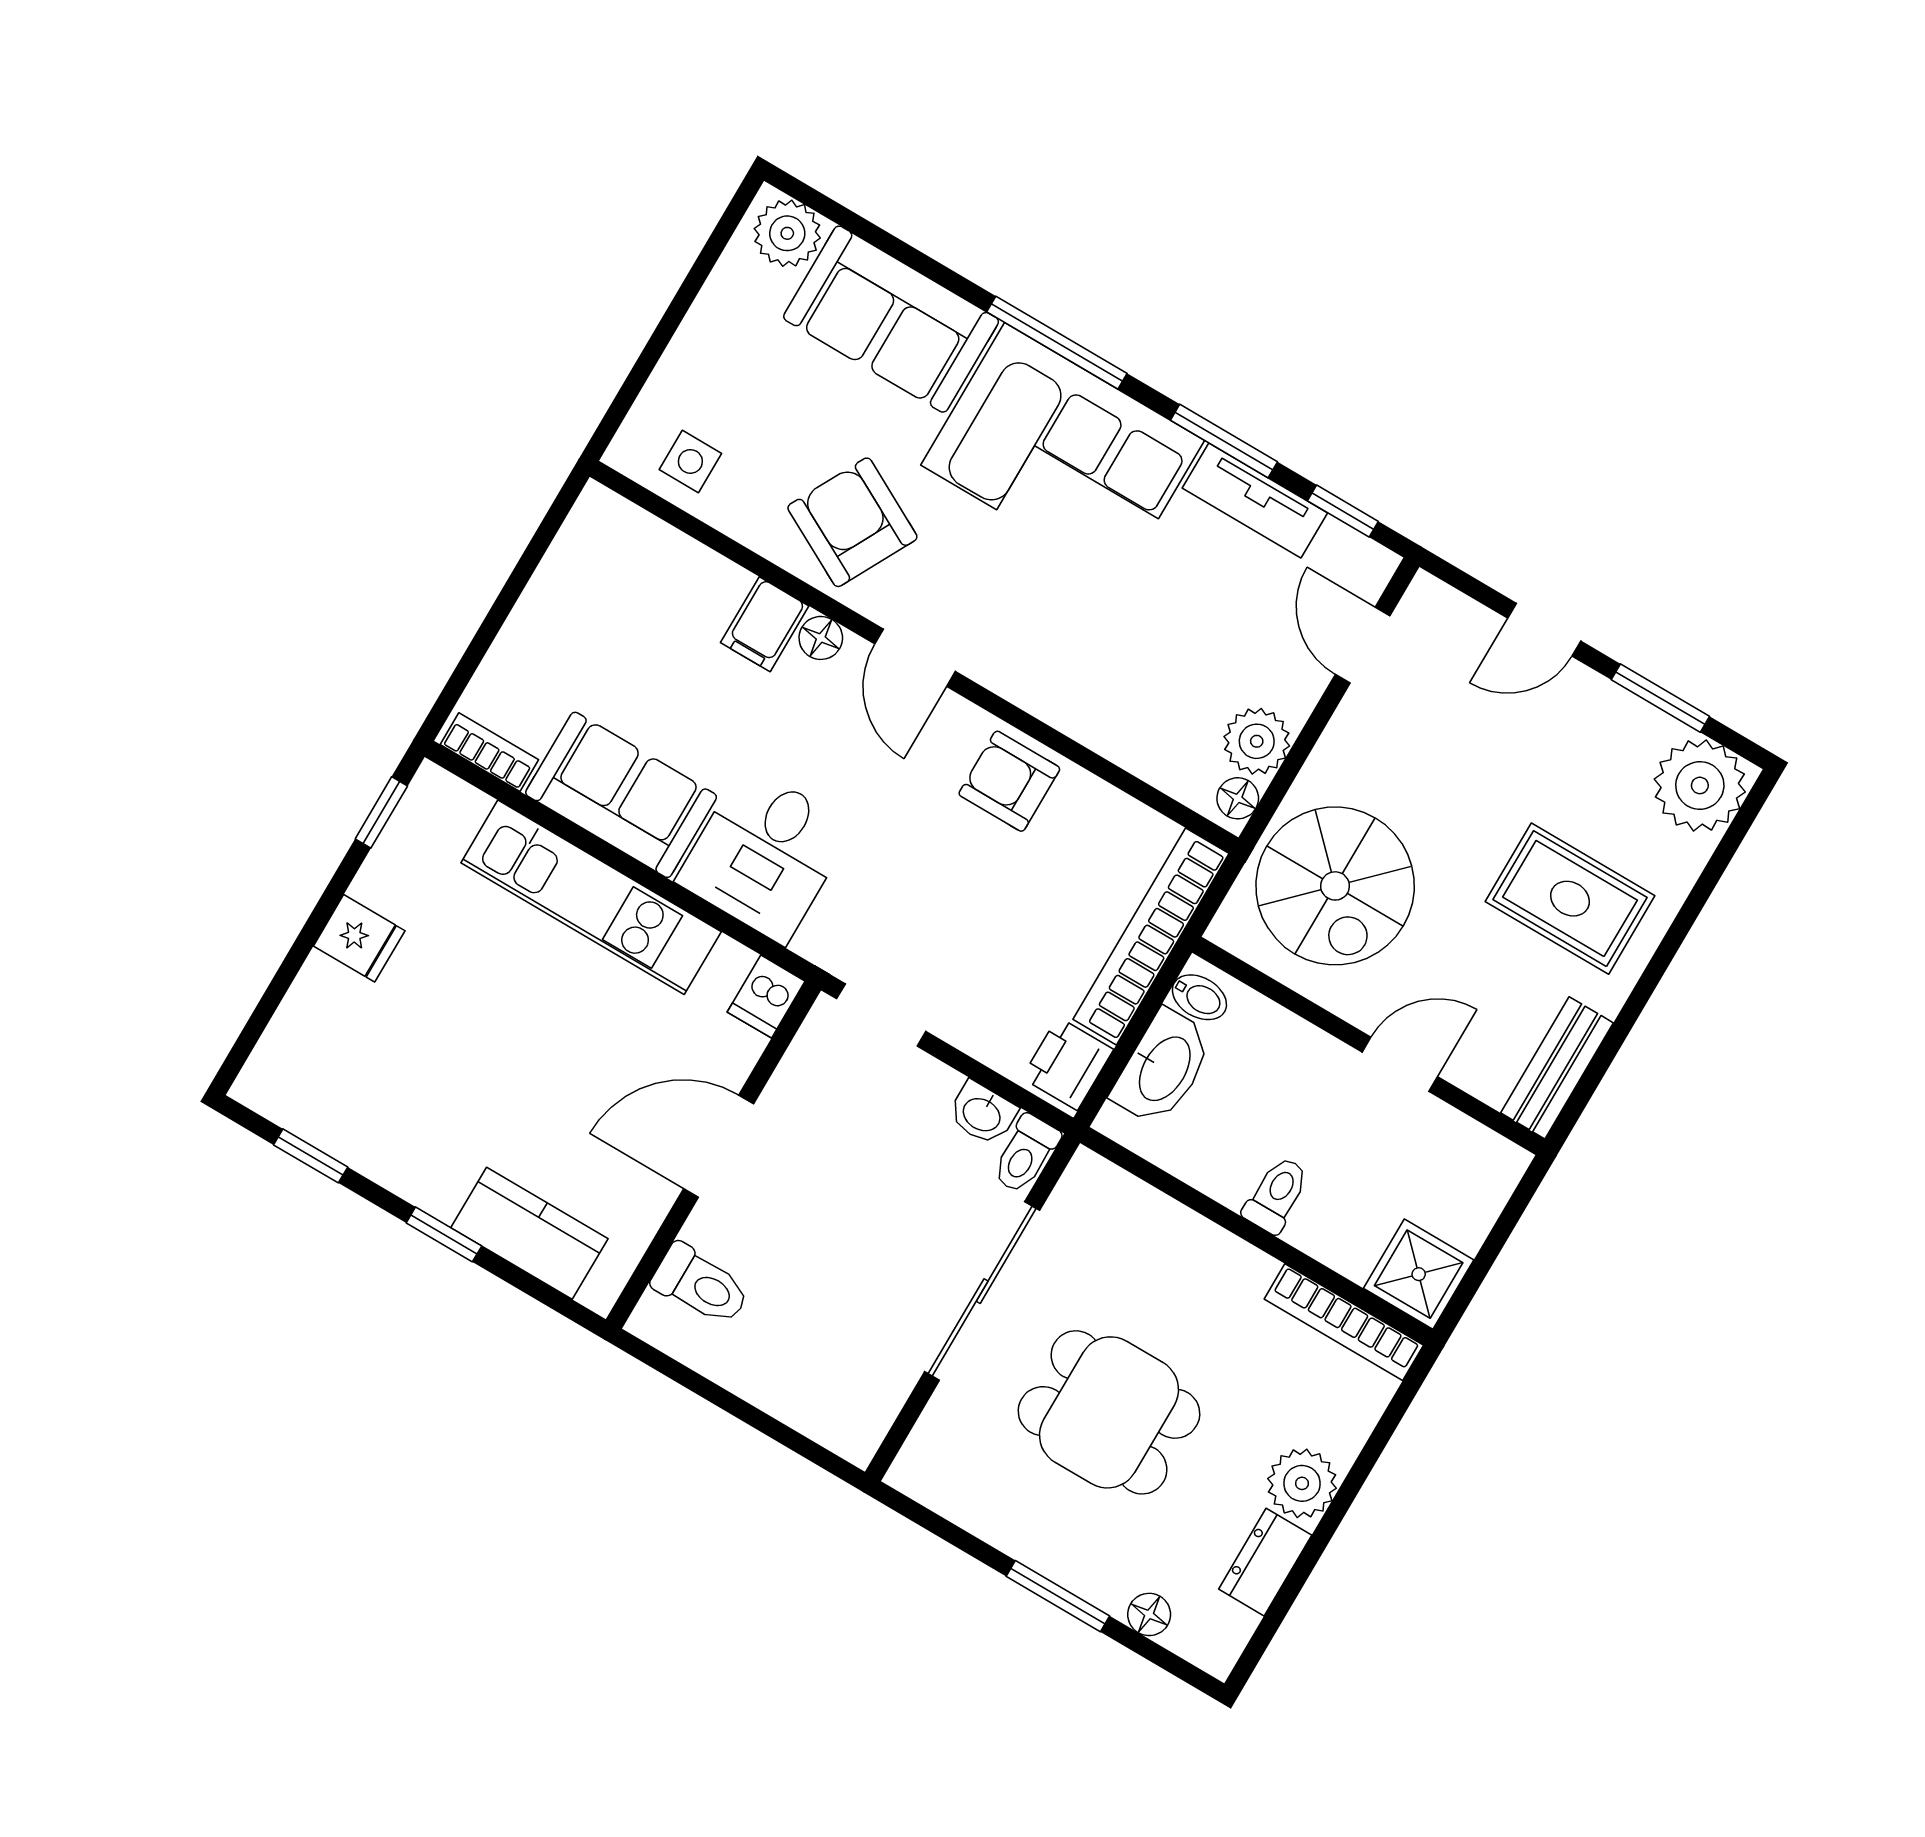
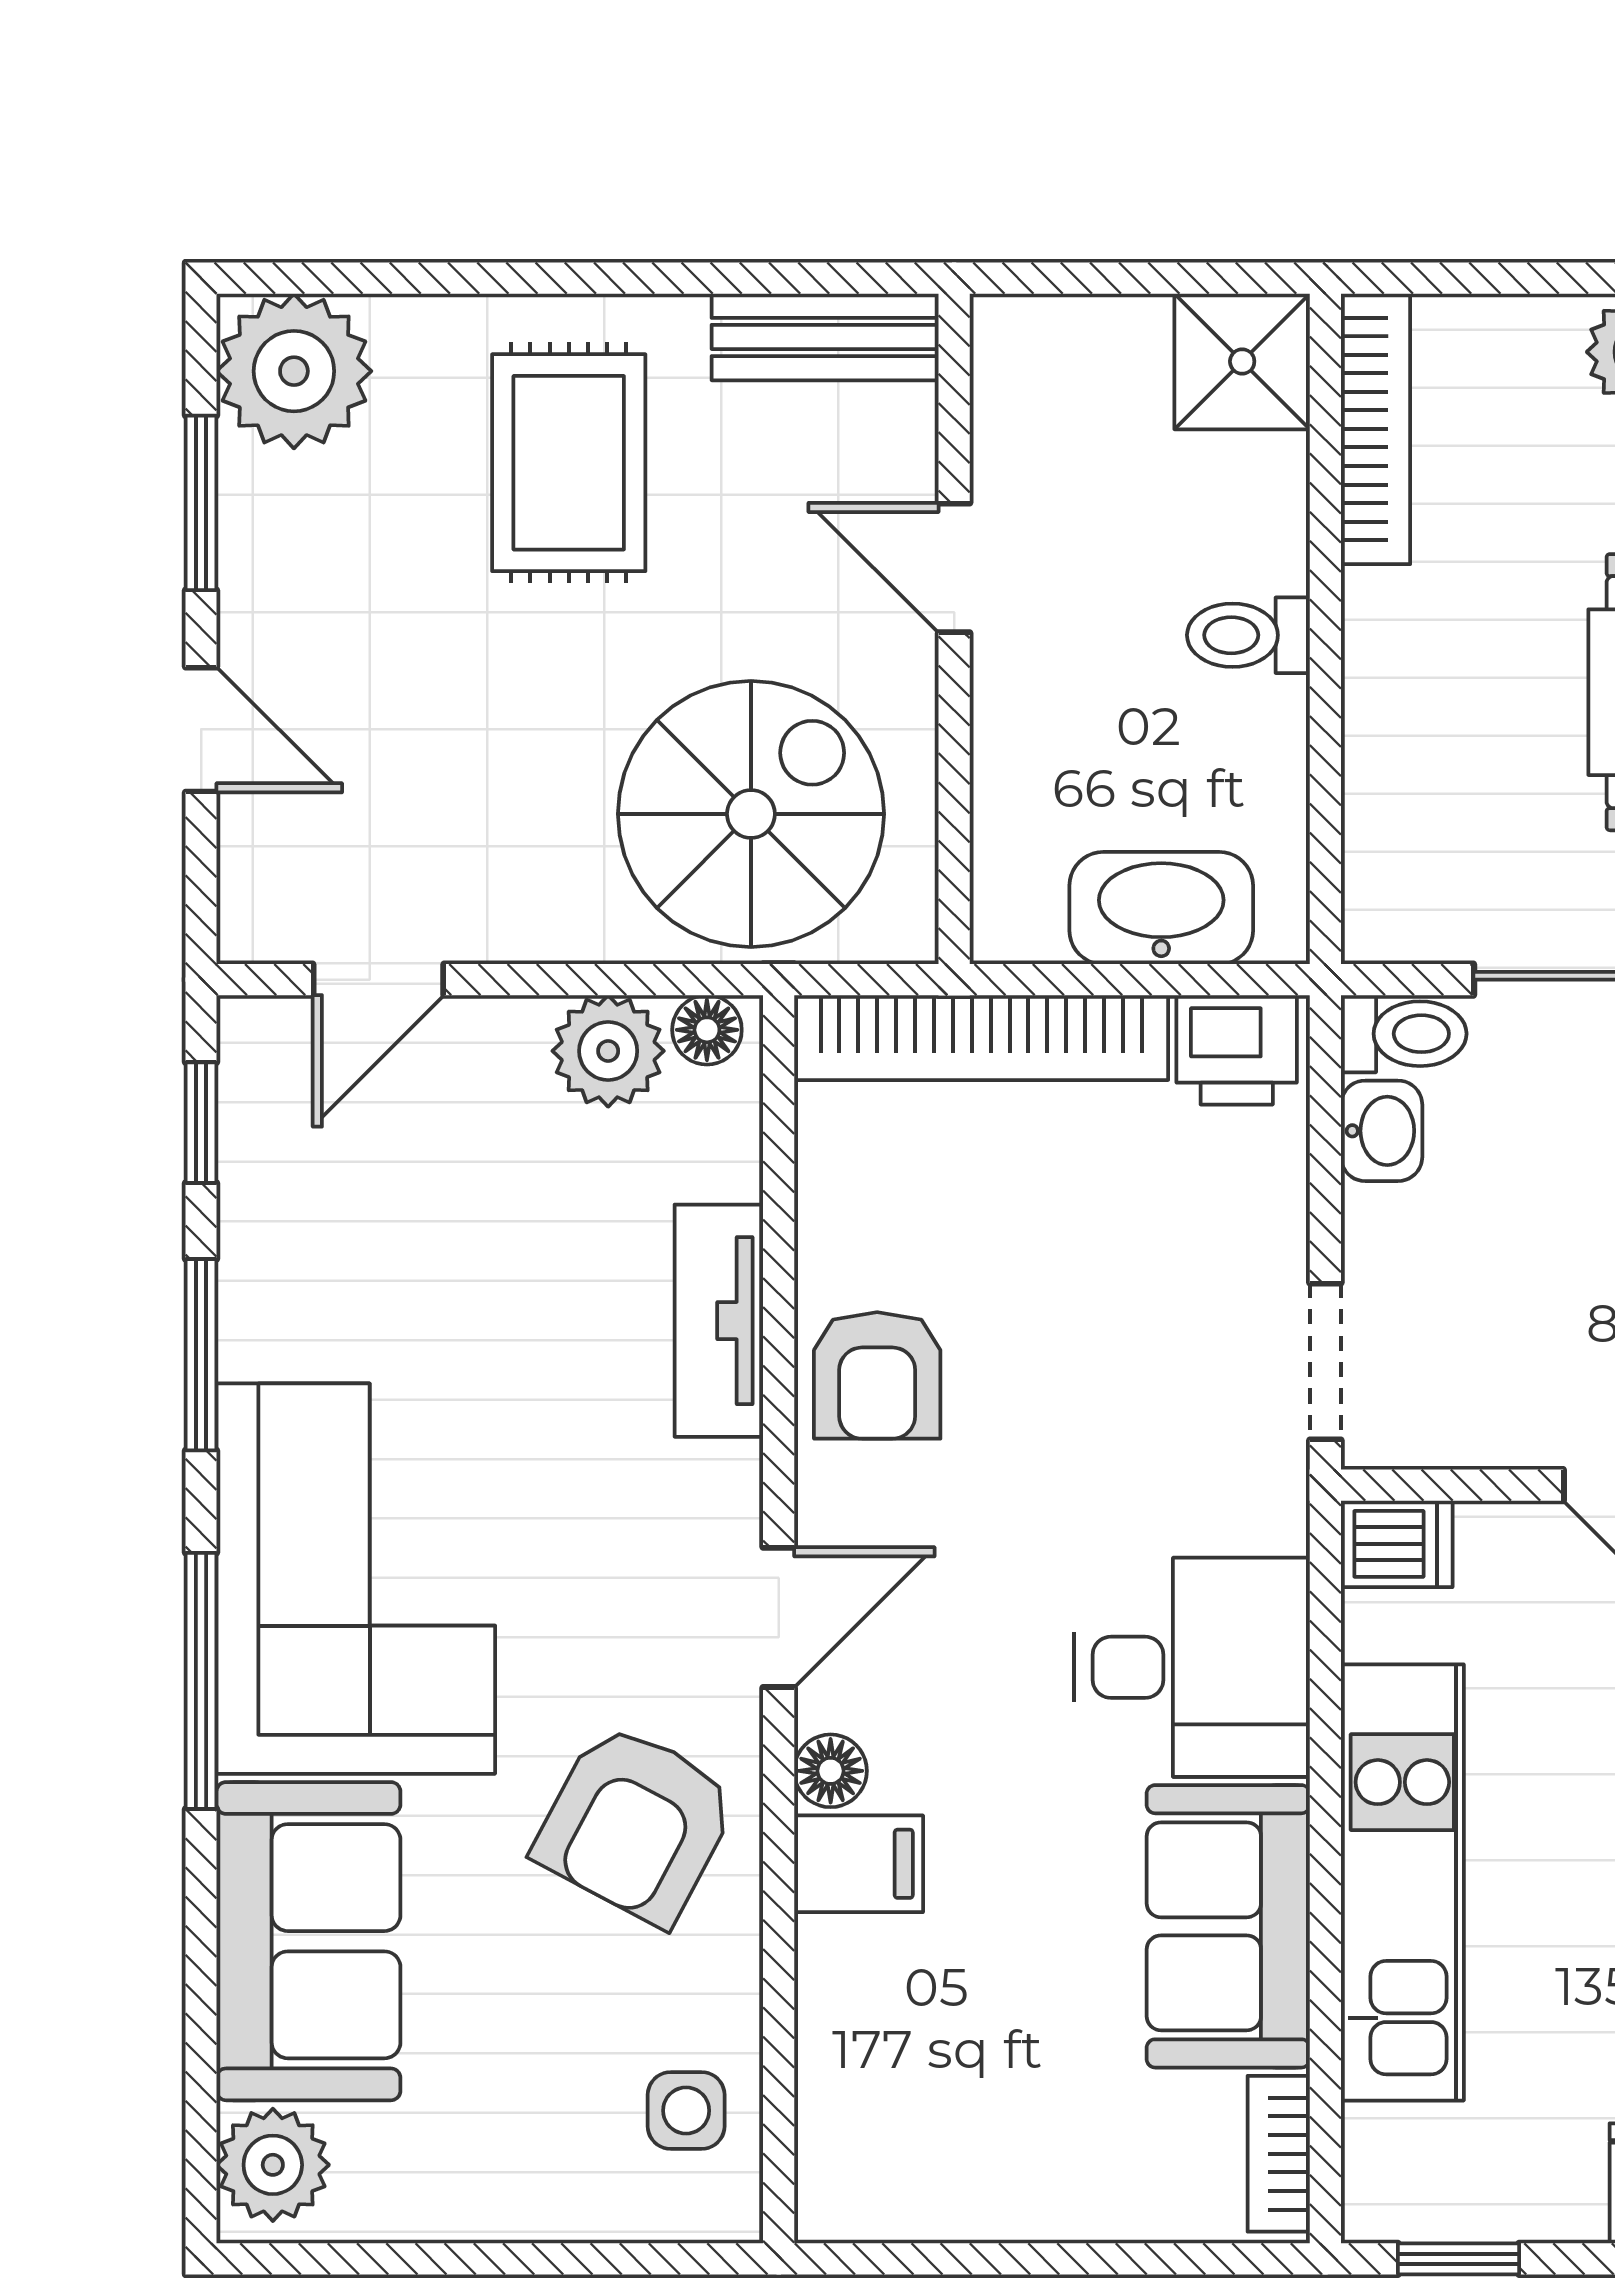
tv unit: (1255, 501) -> (719, 1321), moved, turned 180
bidet: (1199, 997) -> (1028, 915), removed

